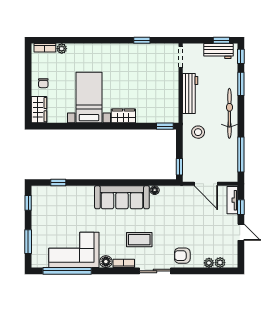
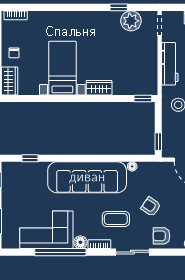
plant: (62, 49) -> (131, 21), moved, width x1.88, depth x1.88
sofa: (122, 197) -> (87, 177), width x1.36, depth x1.27
armchair: (172, 228) -> (151, 207), added
window: (67, 271) -> (60, 252), moved

